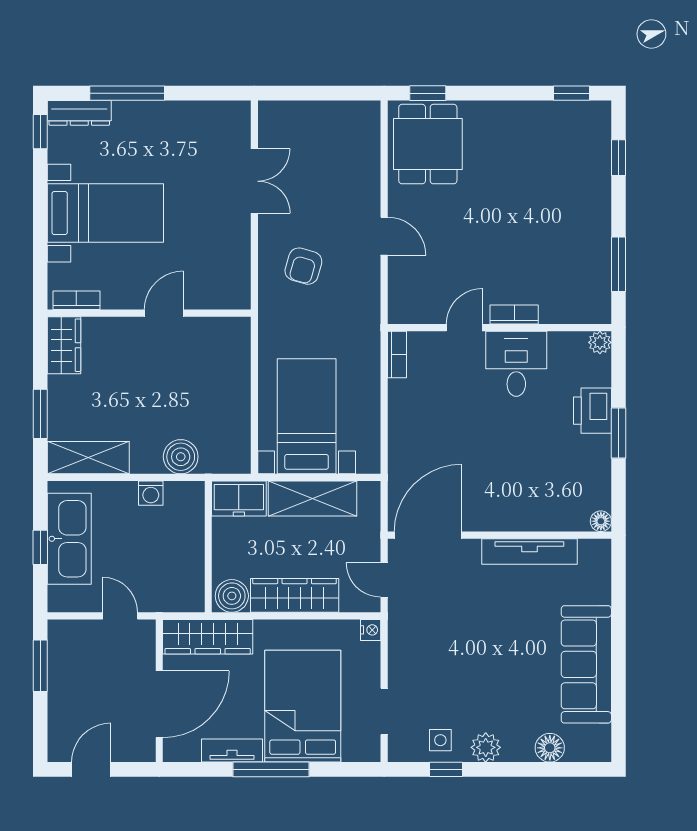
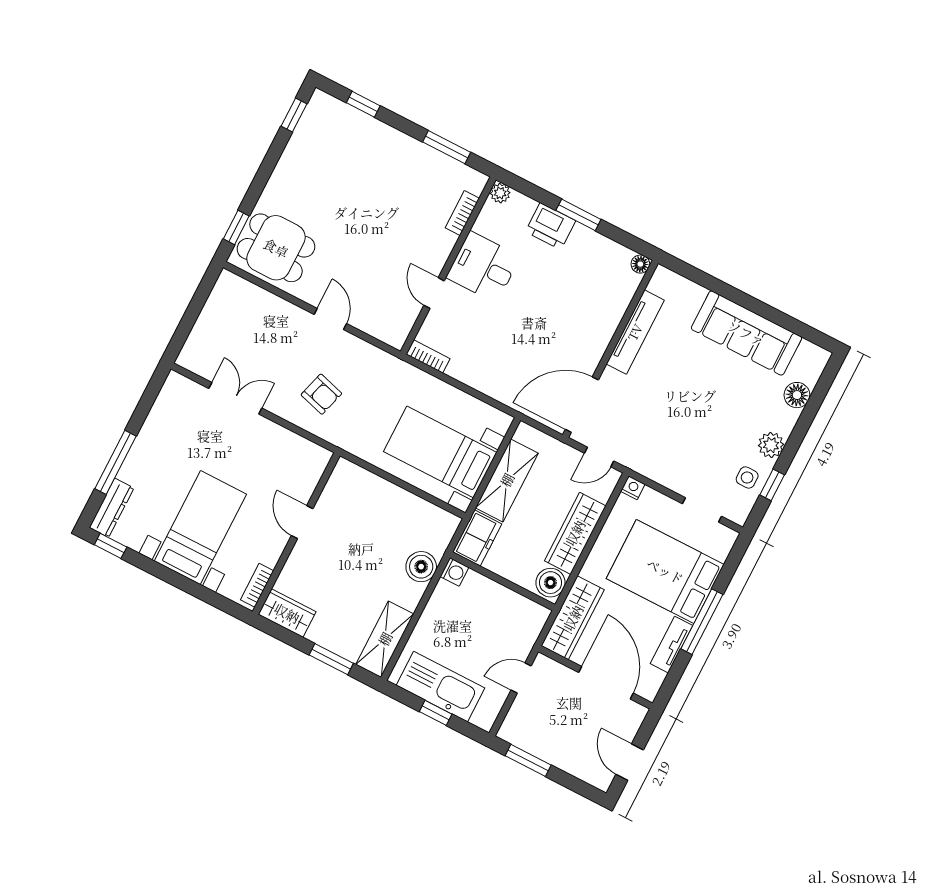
door: (384, 236) -> (330, 319), hinge flipped
bookcase: (514, 314) -> (462, 213), moved
washing machine: (151, 493) -> (454, 572), moved
door: (428, 535) -> (582, 405), hinge flipped

